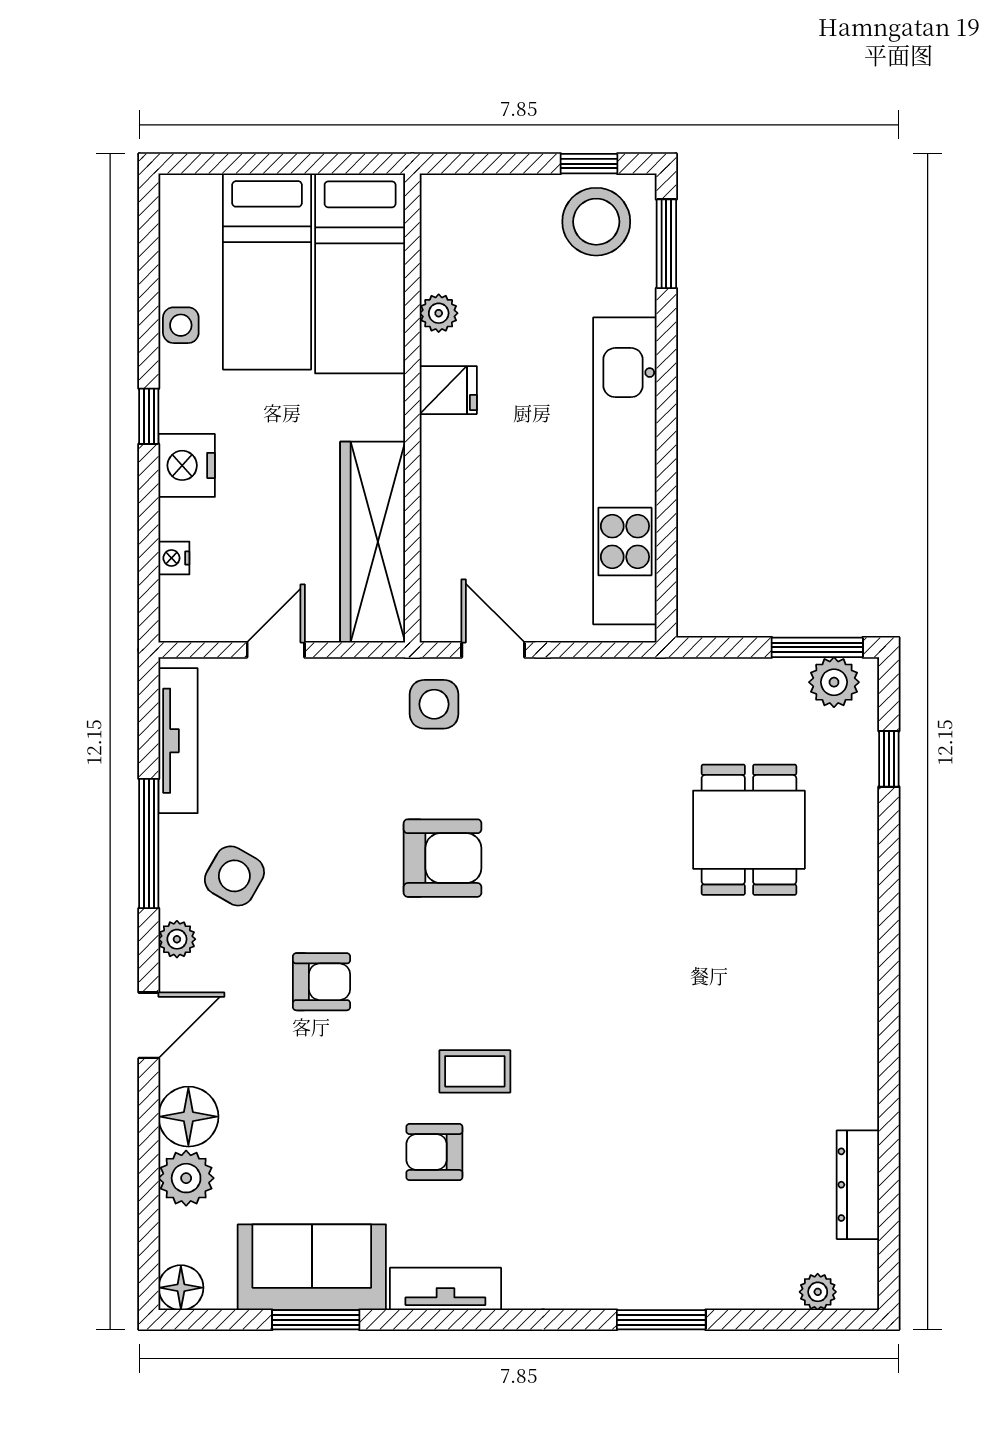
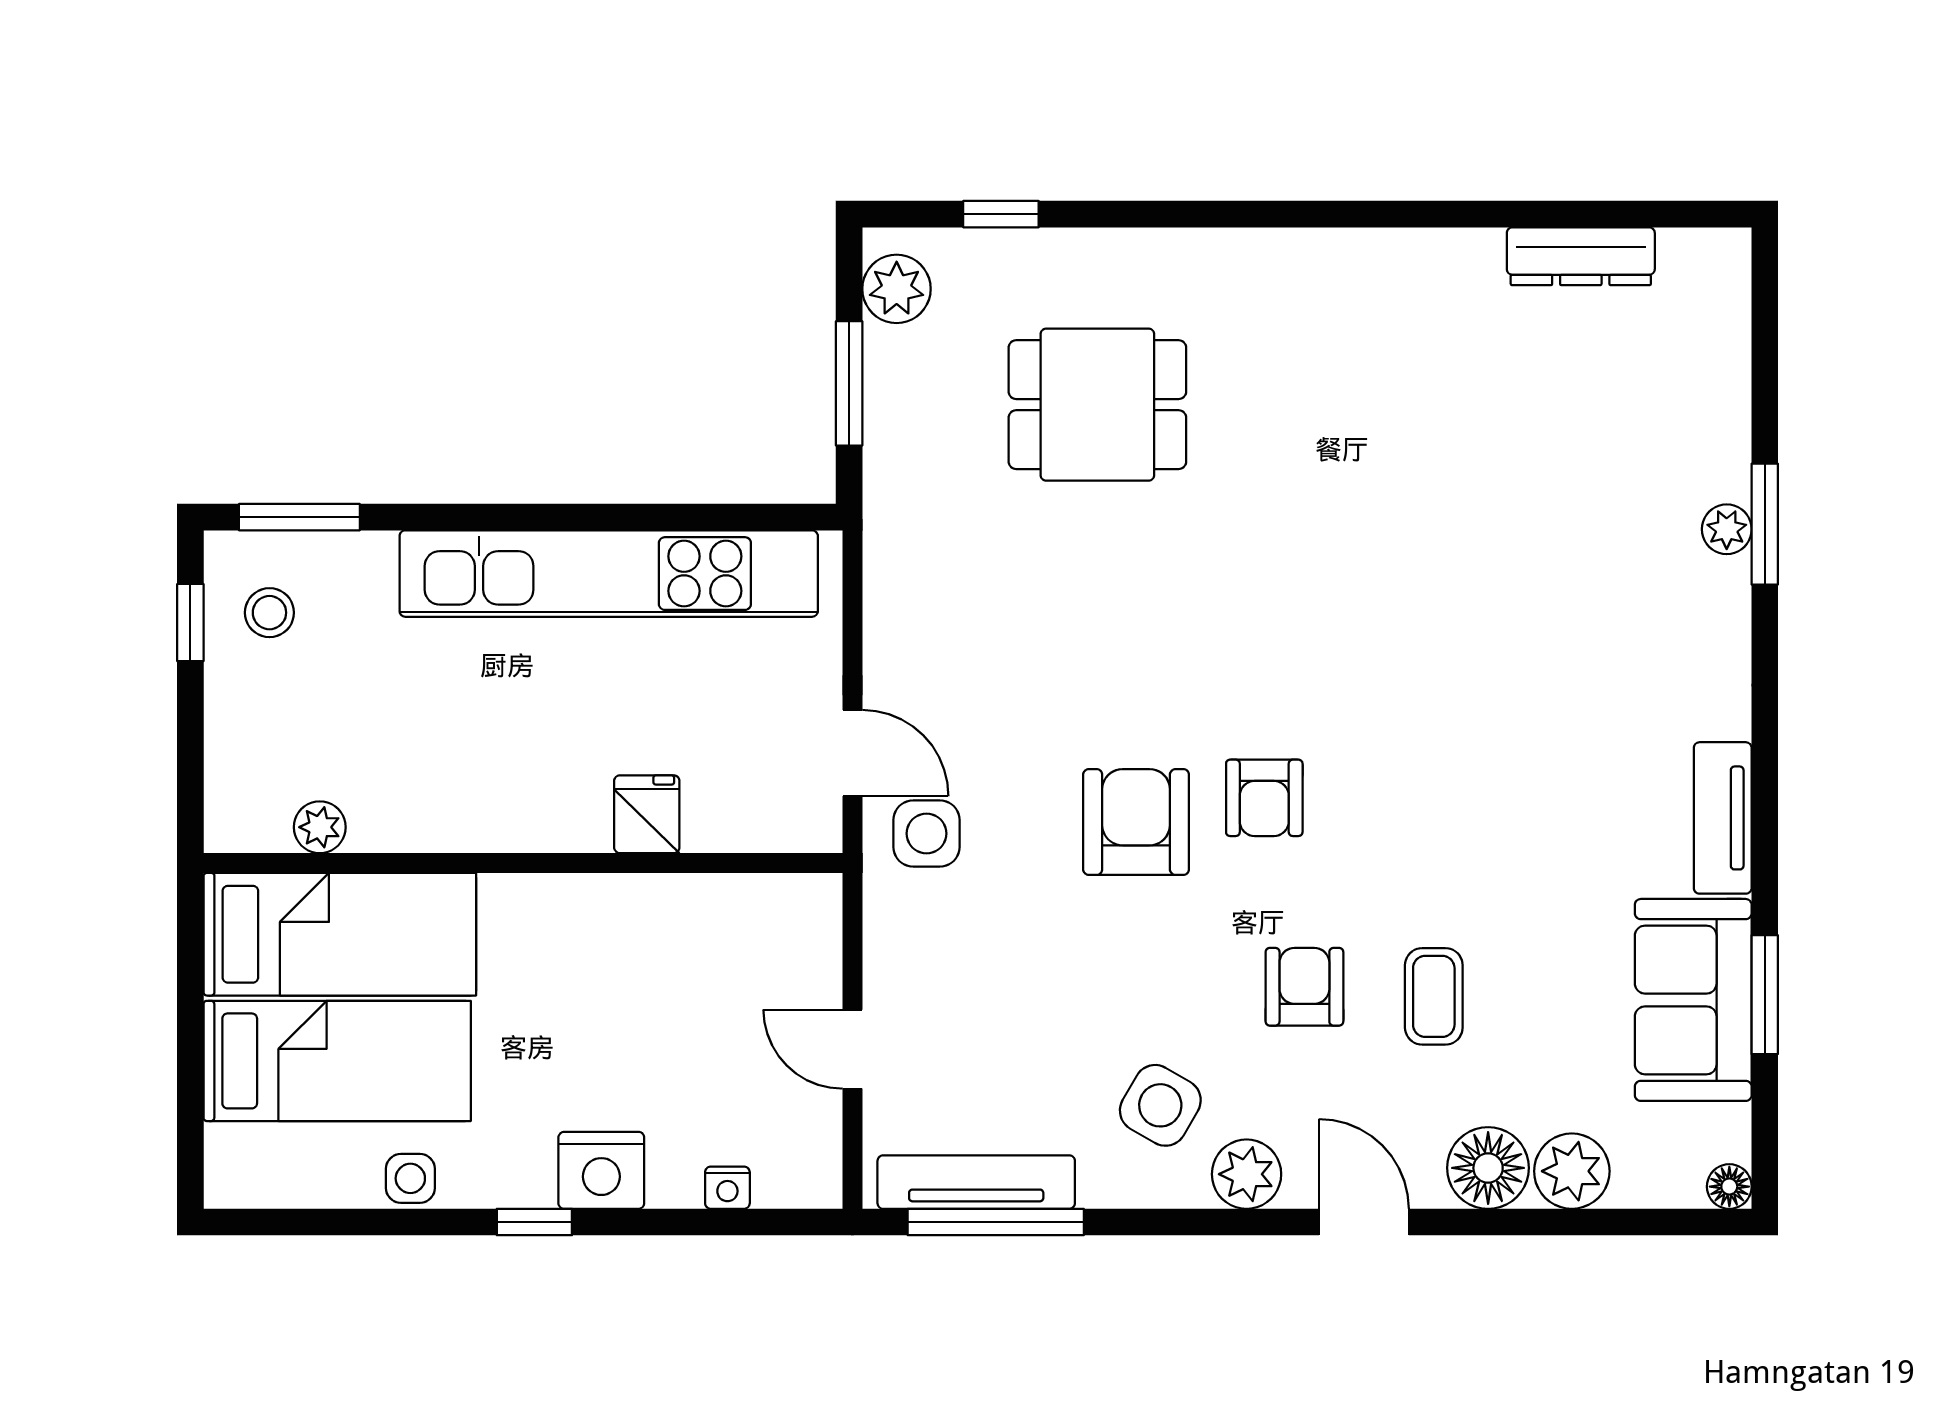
stool: (596, 222) -> (269, 613), width x0.53, depth x0.53
plant: (439, 313) -> (320, 827), moved
fridge: (448, 390) -> (647, 814), moved
wardrobe: (373, 542) -> (705, 917), removed
window: (817, 647) -> (849, 383), moved
door: (493, 650) -> (852, 753), swing flipped
window: (149, 843) -> (996, 1222), moved
plant: (177, 939) -> (1247, 1174), width x1.38, depth x1.38
coffee table: (475, 1071) -> (1434, 996), moved
armchair: (434, 1152) -> (1264, 798), moved
floor lamp: (181, 1288) -> (1729, 1187), width x0.73, depth x0.73
plant: (818, 1292) -> (1727, 529), moved

